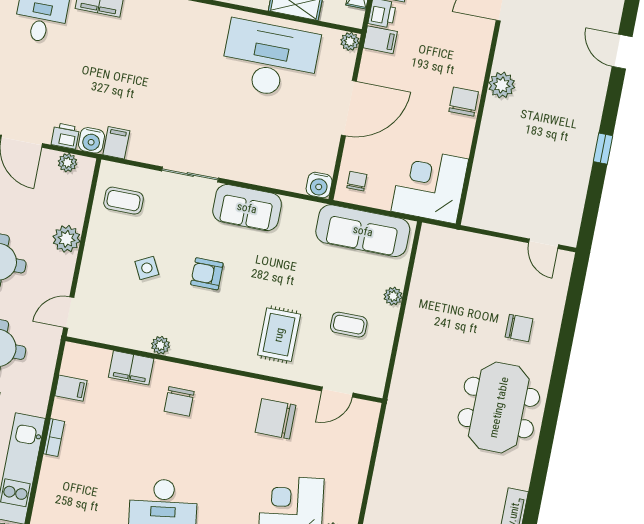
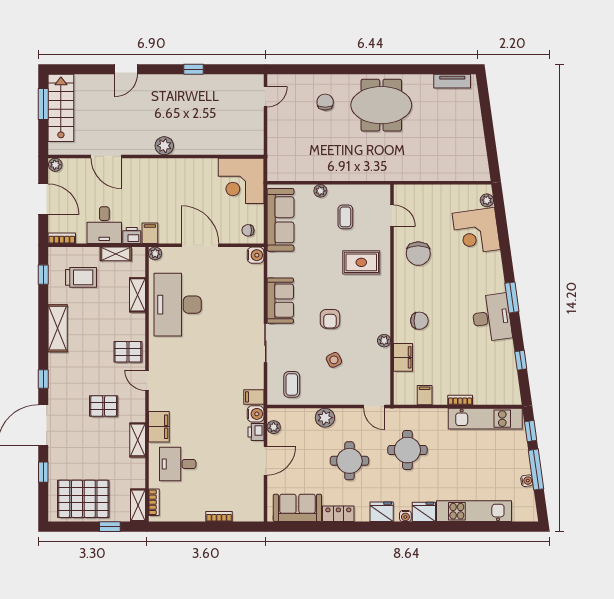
chair: (464, 102) -> (180, 169), removed

